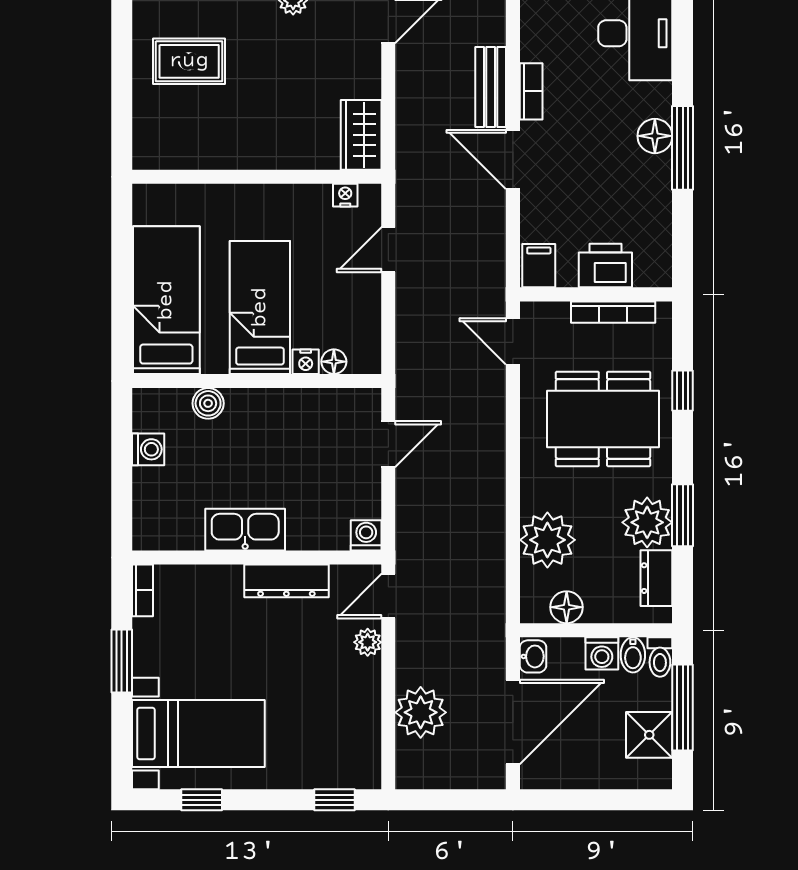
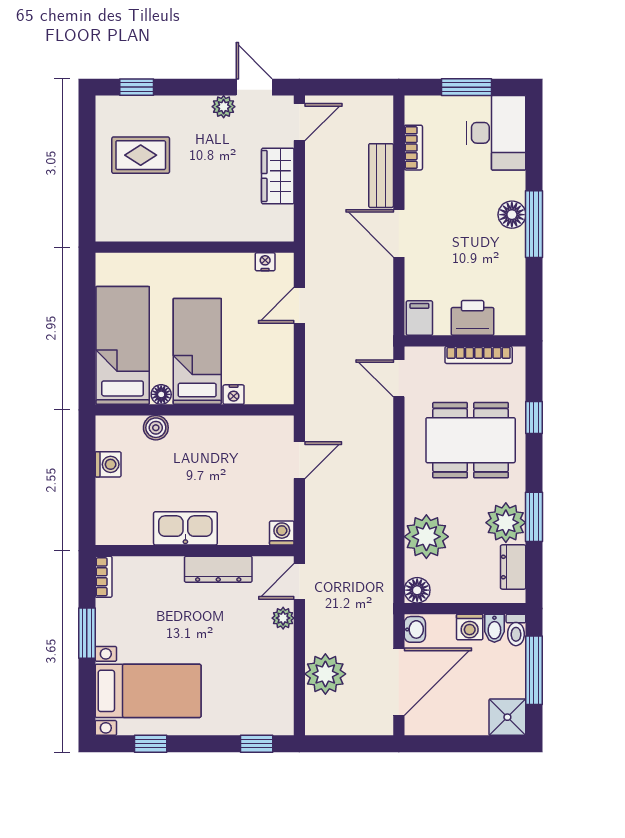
bookcase: (531, 91) -> (413, 148), moved
wardrobe: (361, 135) -> (278, 176), moved
floor lamp: (334, 362) -> (161, 394), moved
floor lamp: (567, 607) -> (417, 590), moved
shower: (649, 735) -> (507, 717), moved

